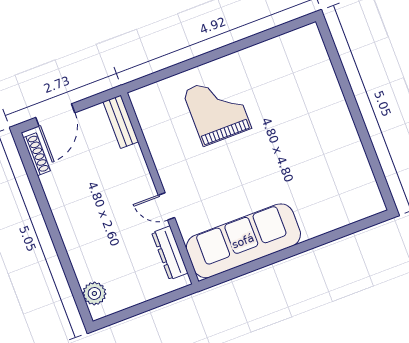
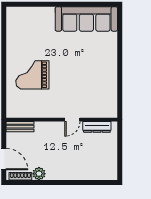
sofa: (243, 241) -> (86, 19), moved, turned -90
plant: (94, 293) -> (39, 174), moved

